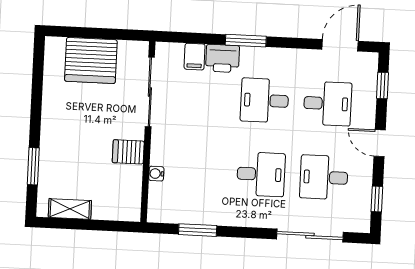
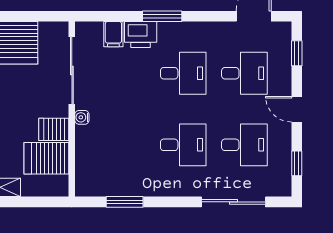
desk: (265, 100) -> (183, 73), turned 180
water cooler: (156, 174) -> (82, 117), moved
desk: (324, 177) -> (244, 145), turned 180
server rack: (119, 181) -> (46, 158), added

